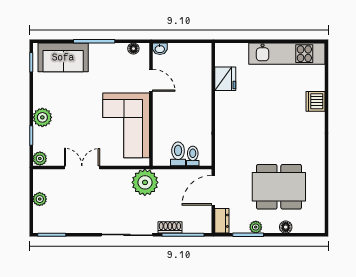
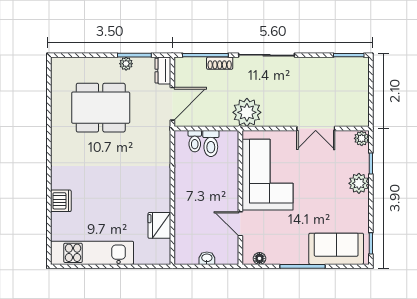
washbasin: (160, 49) -> (207, 258), moved
plant: (40, 199) -> (362, 94), removed
floor lamp: (286, 227) -> (93, 64), removed

